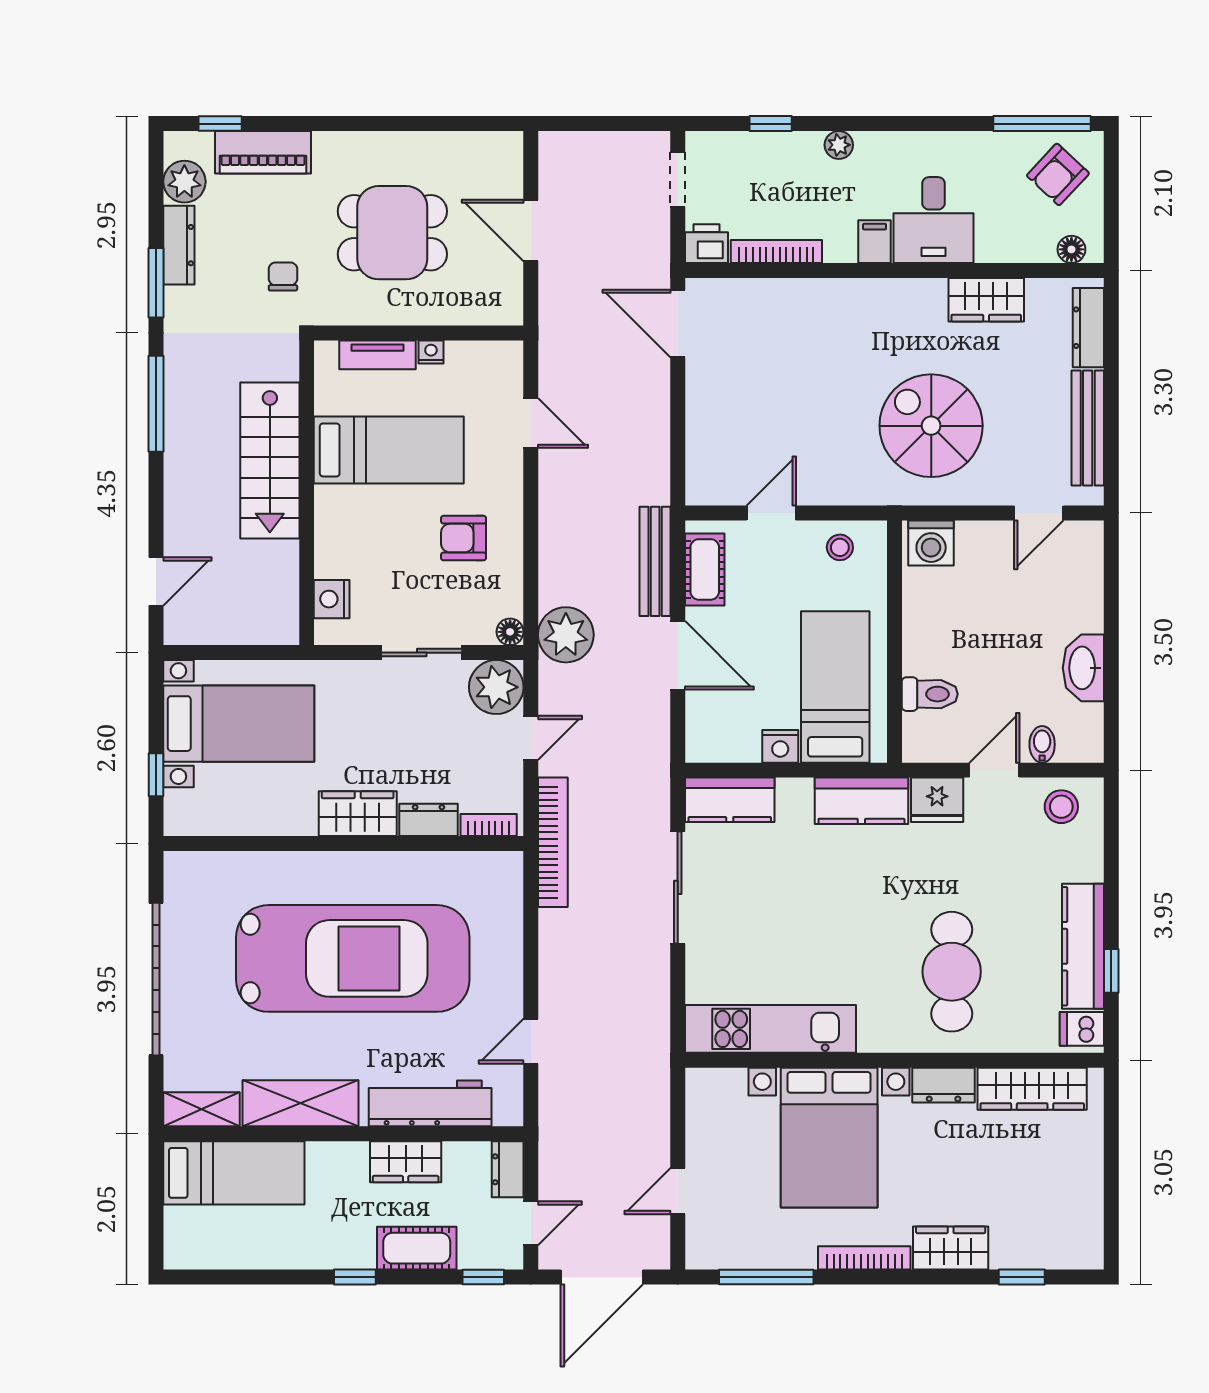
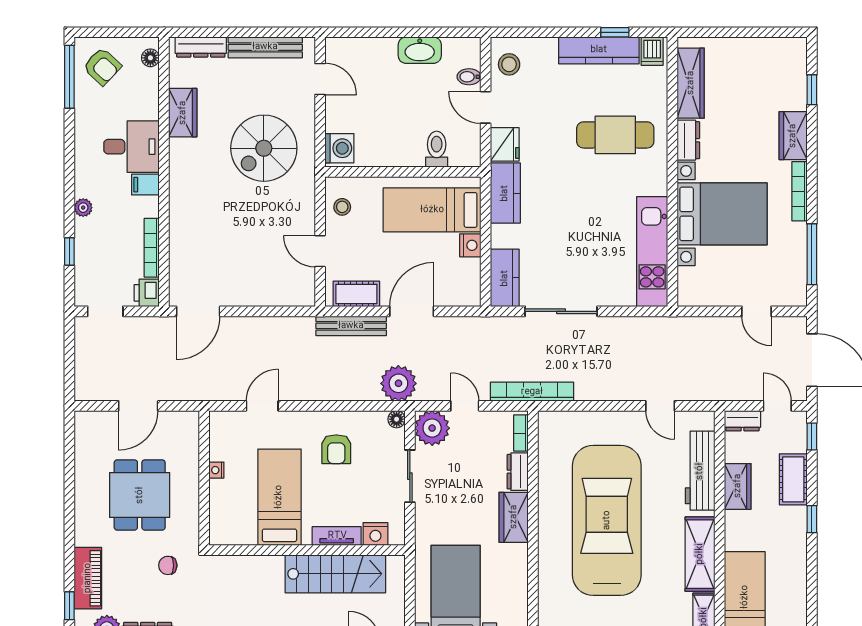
tv unit: (378, 355) -> (337, 536), moved, turned -90
stairs: (270, 460) -> (335, 574), moved

